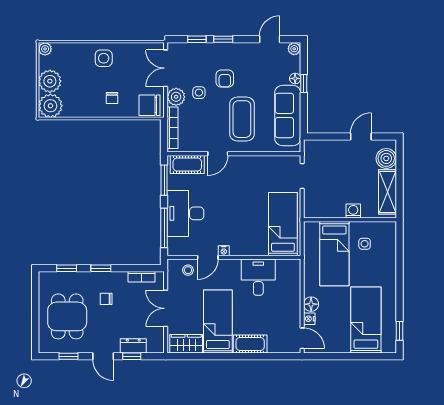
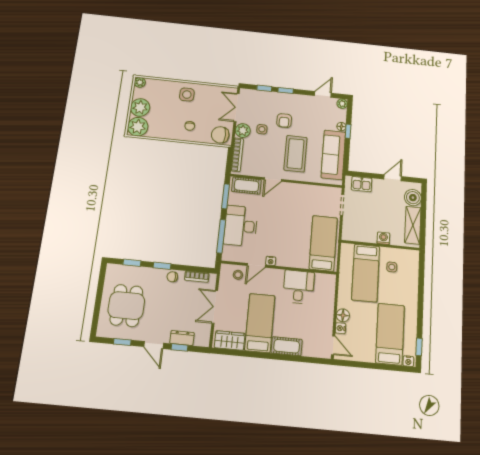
kitchen sink: (324, 148) -> (362, 184), added
chair: (106, 299) -> (172, 277), moved
nightstand: (388, 348) -> (408, 361), added

